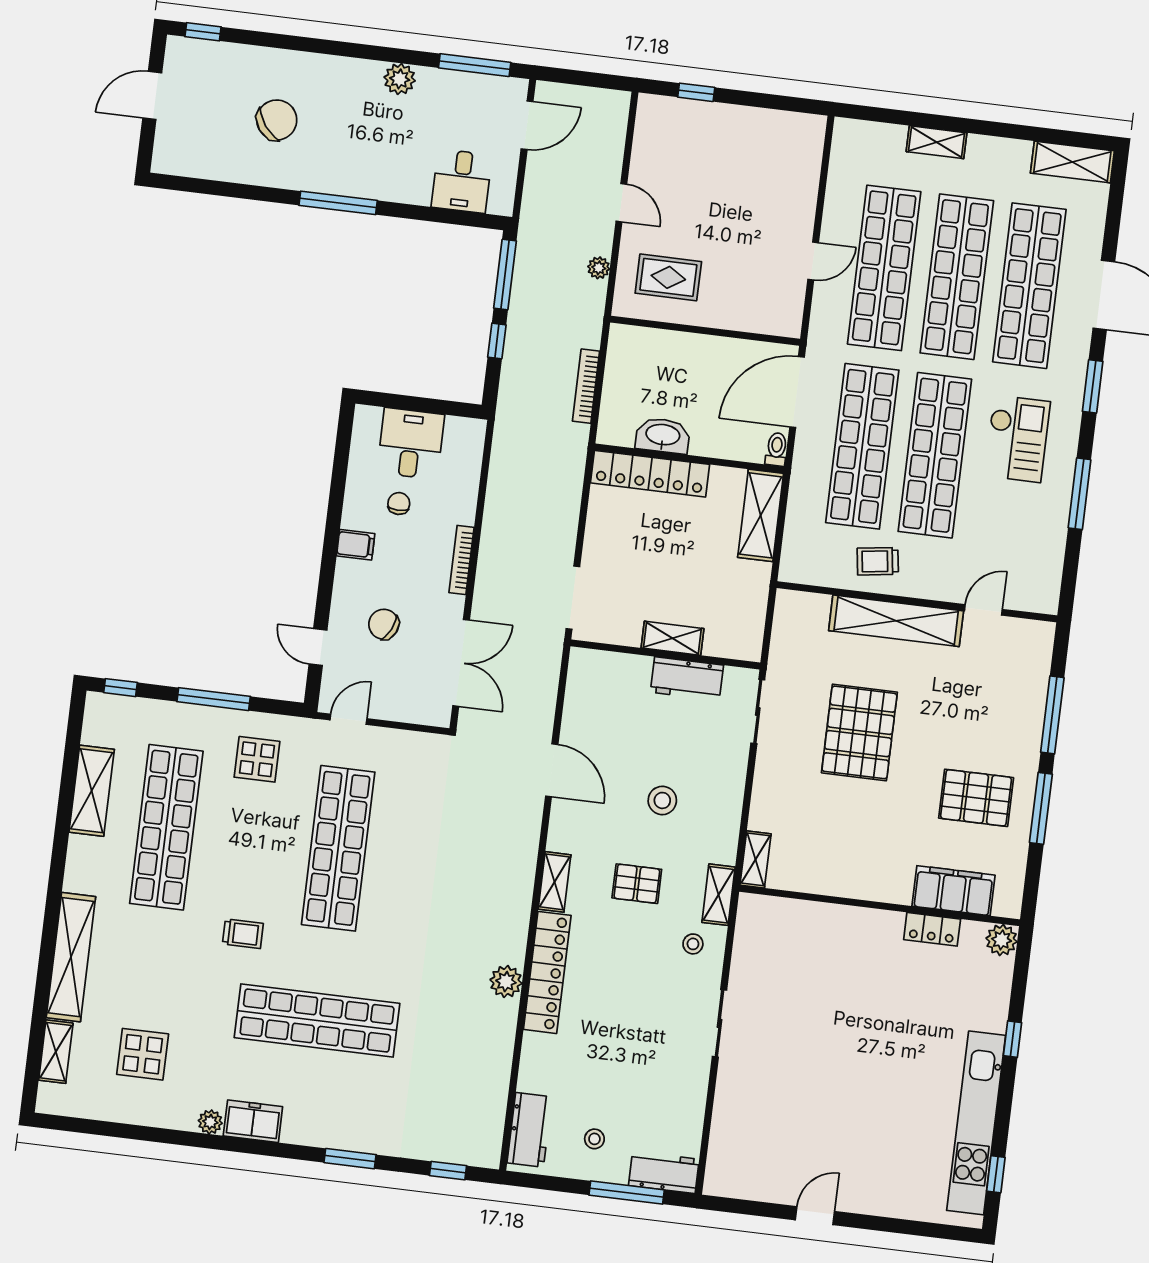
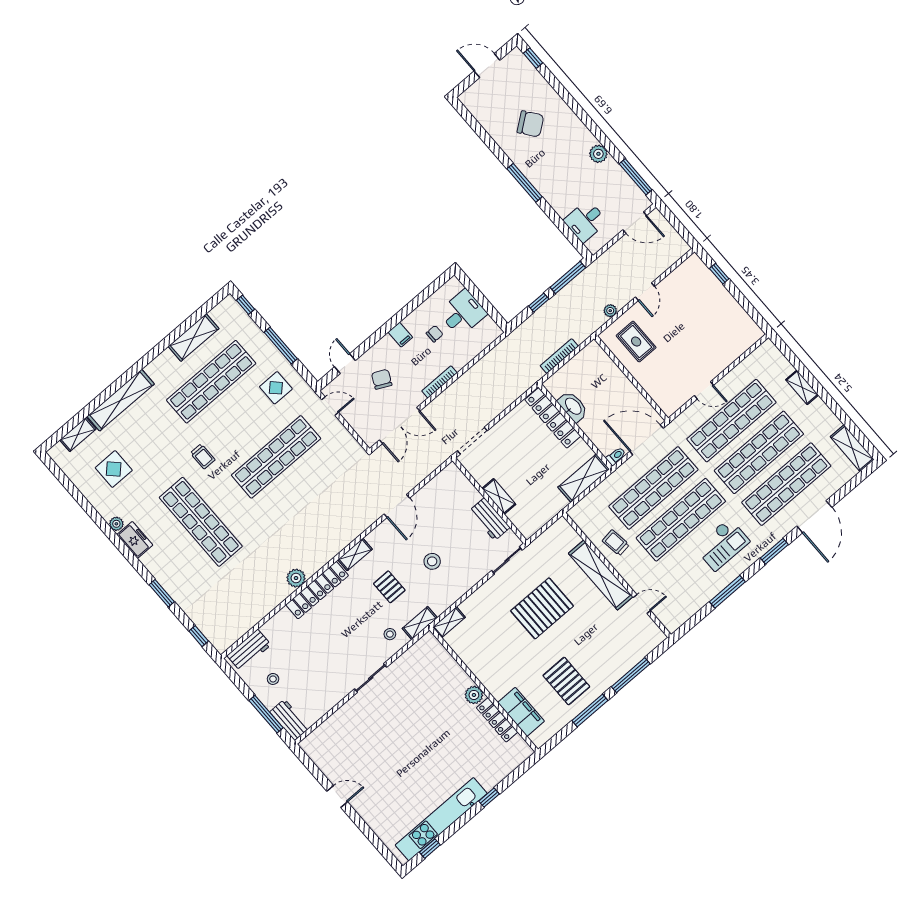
locker: (932, 929) -> (497, 720), width x1.53
plant: (1002, 940) -> (474, 695), moved

